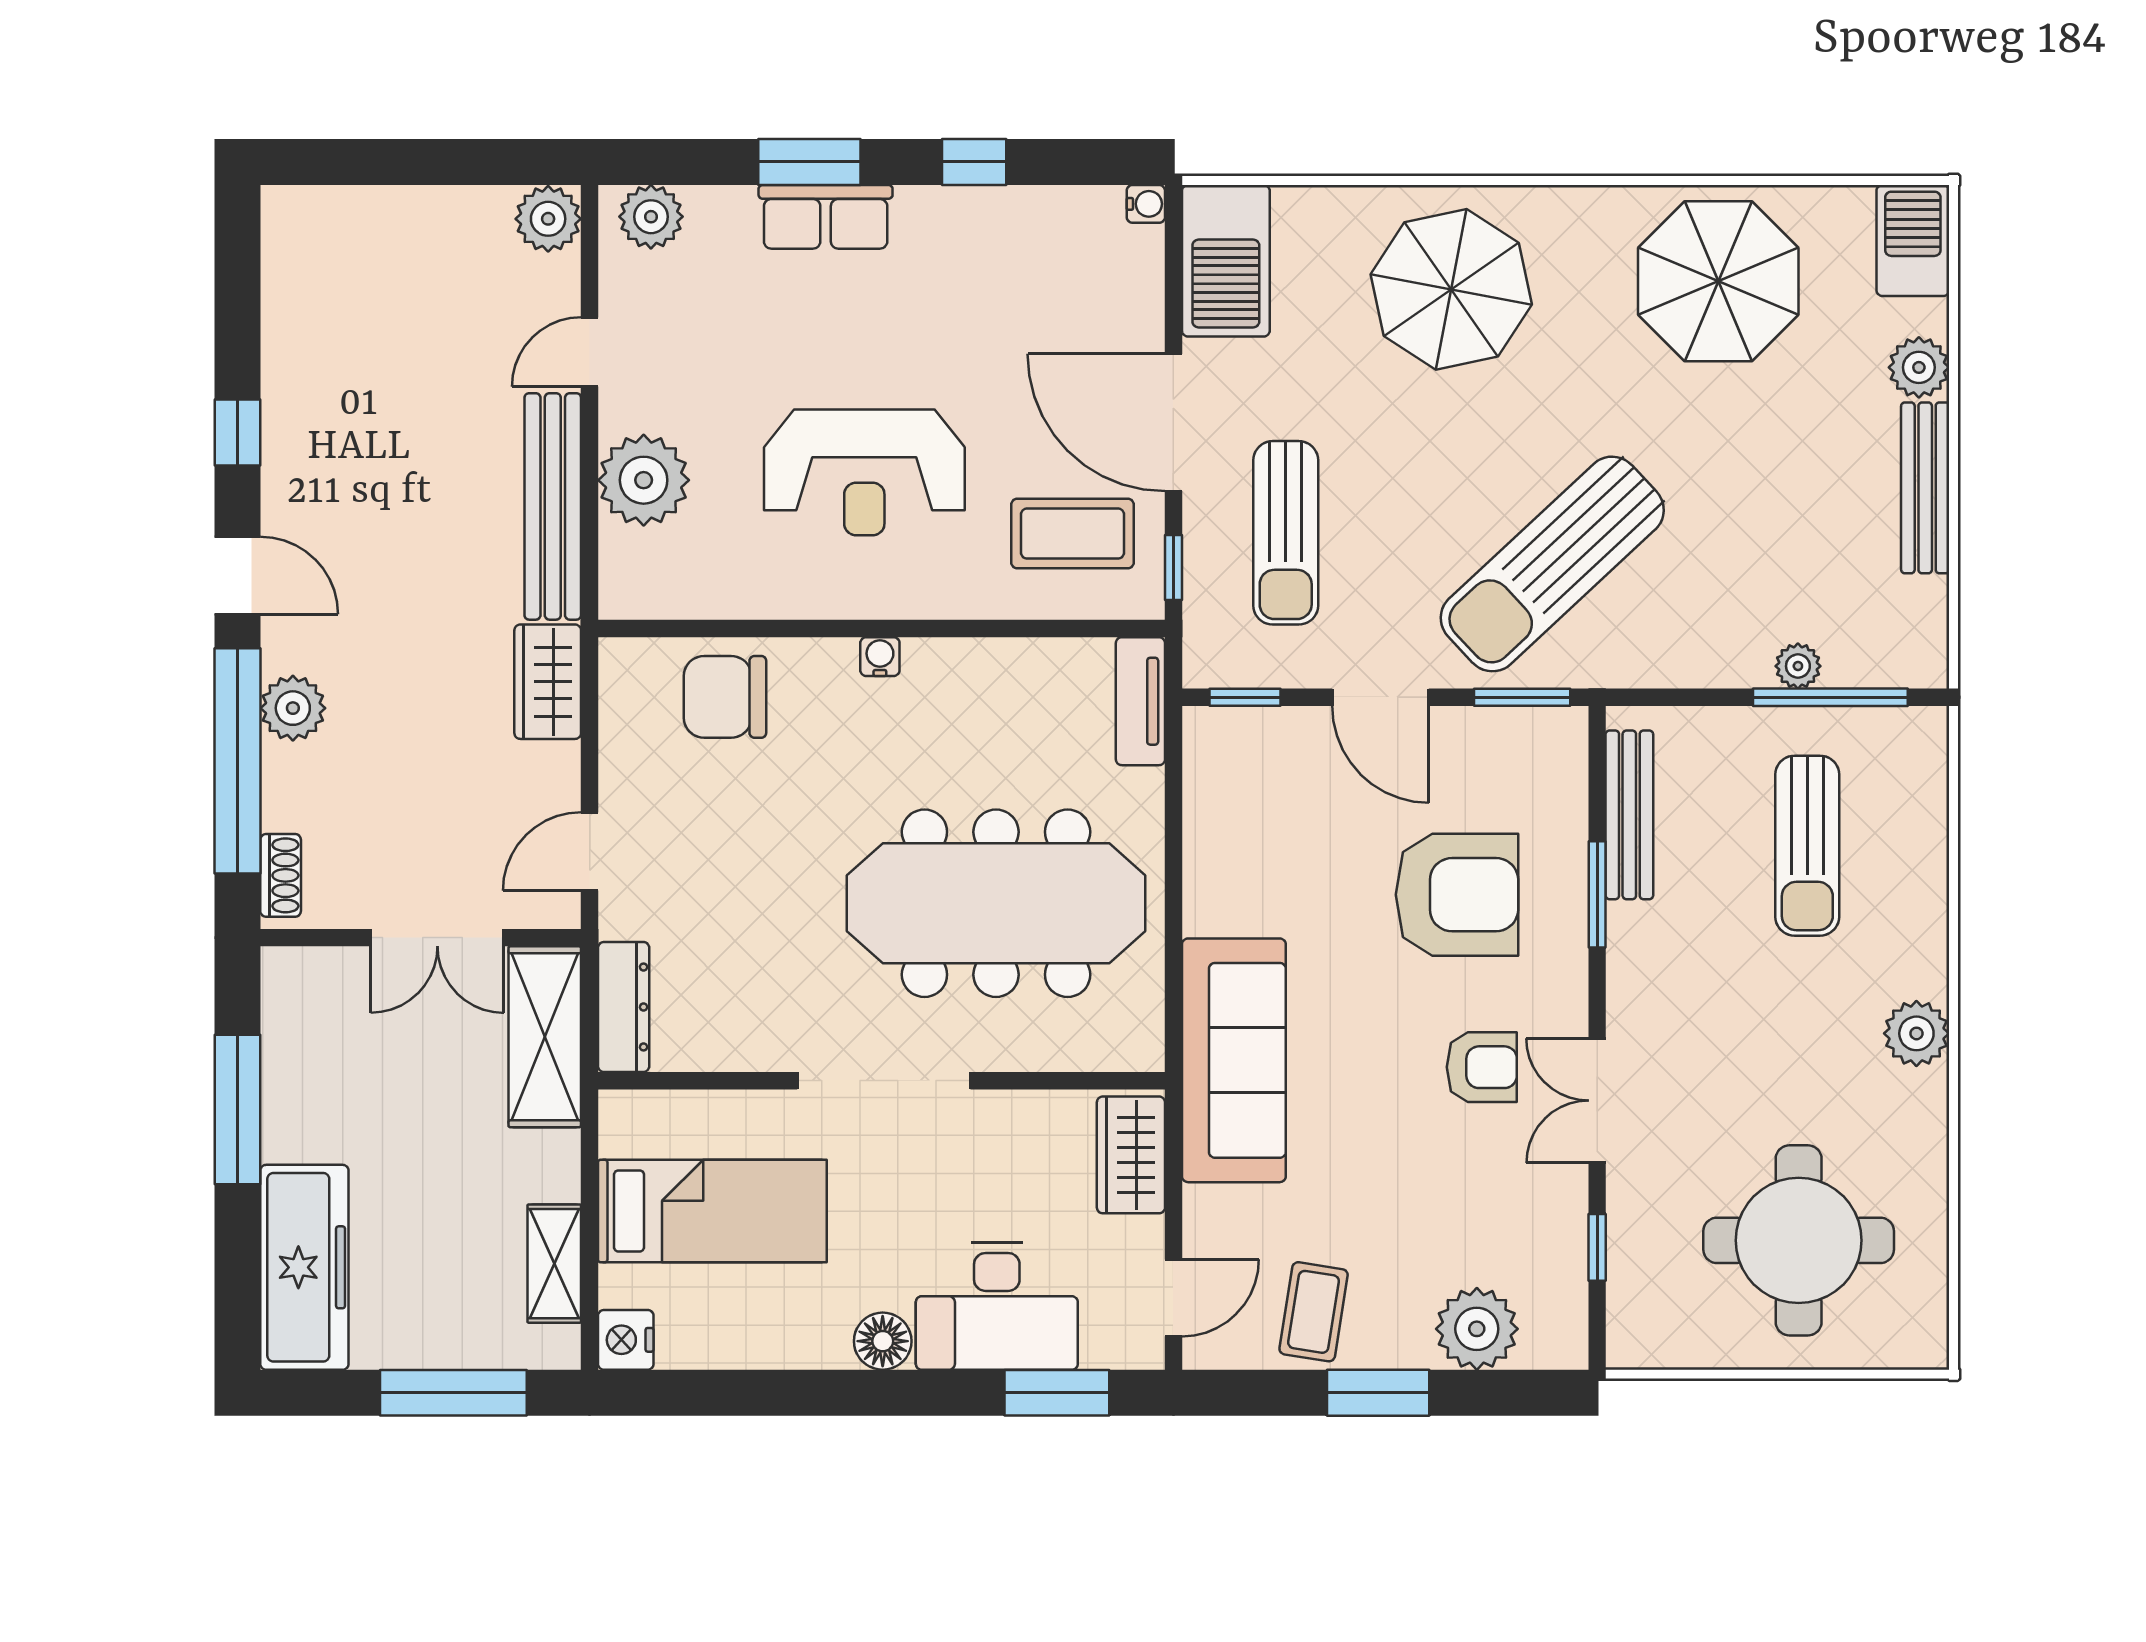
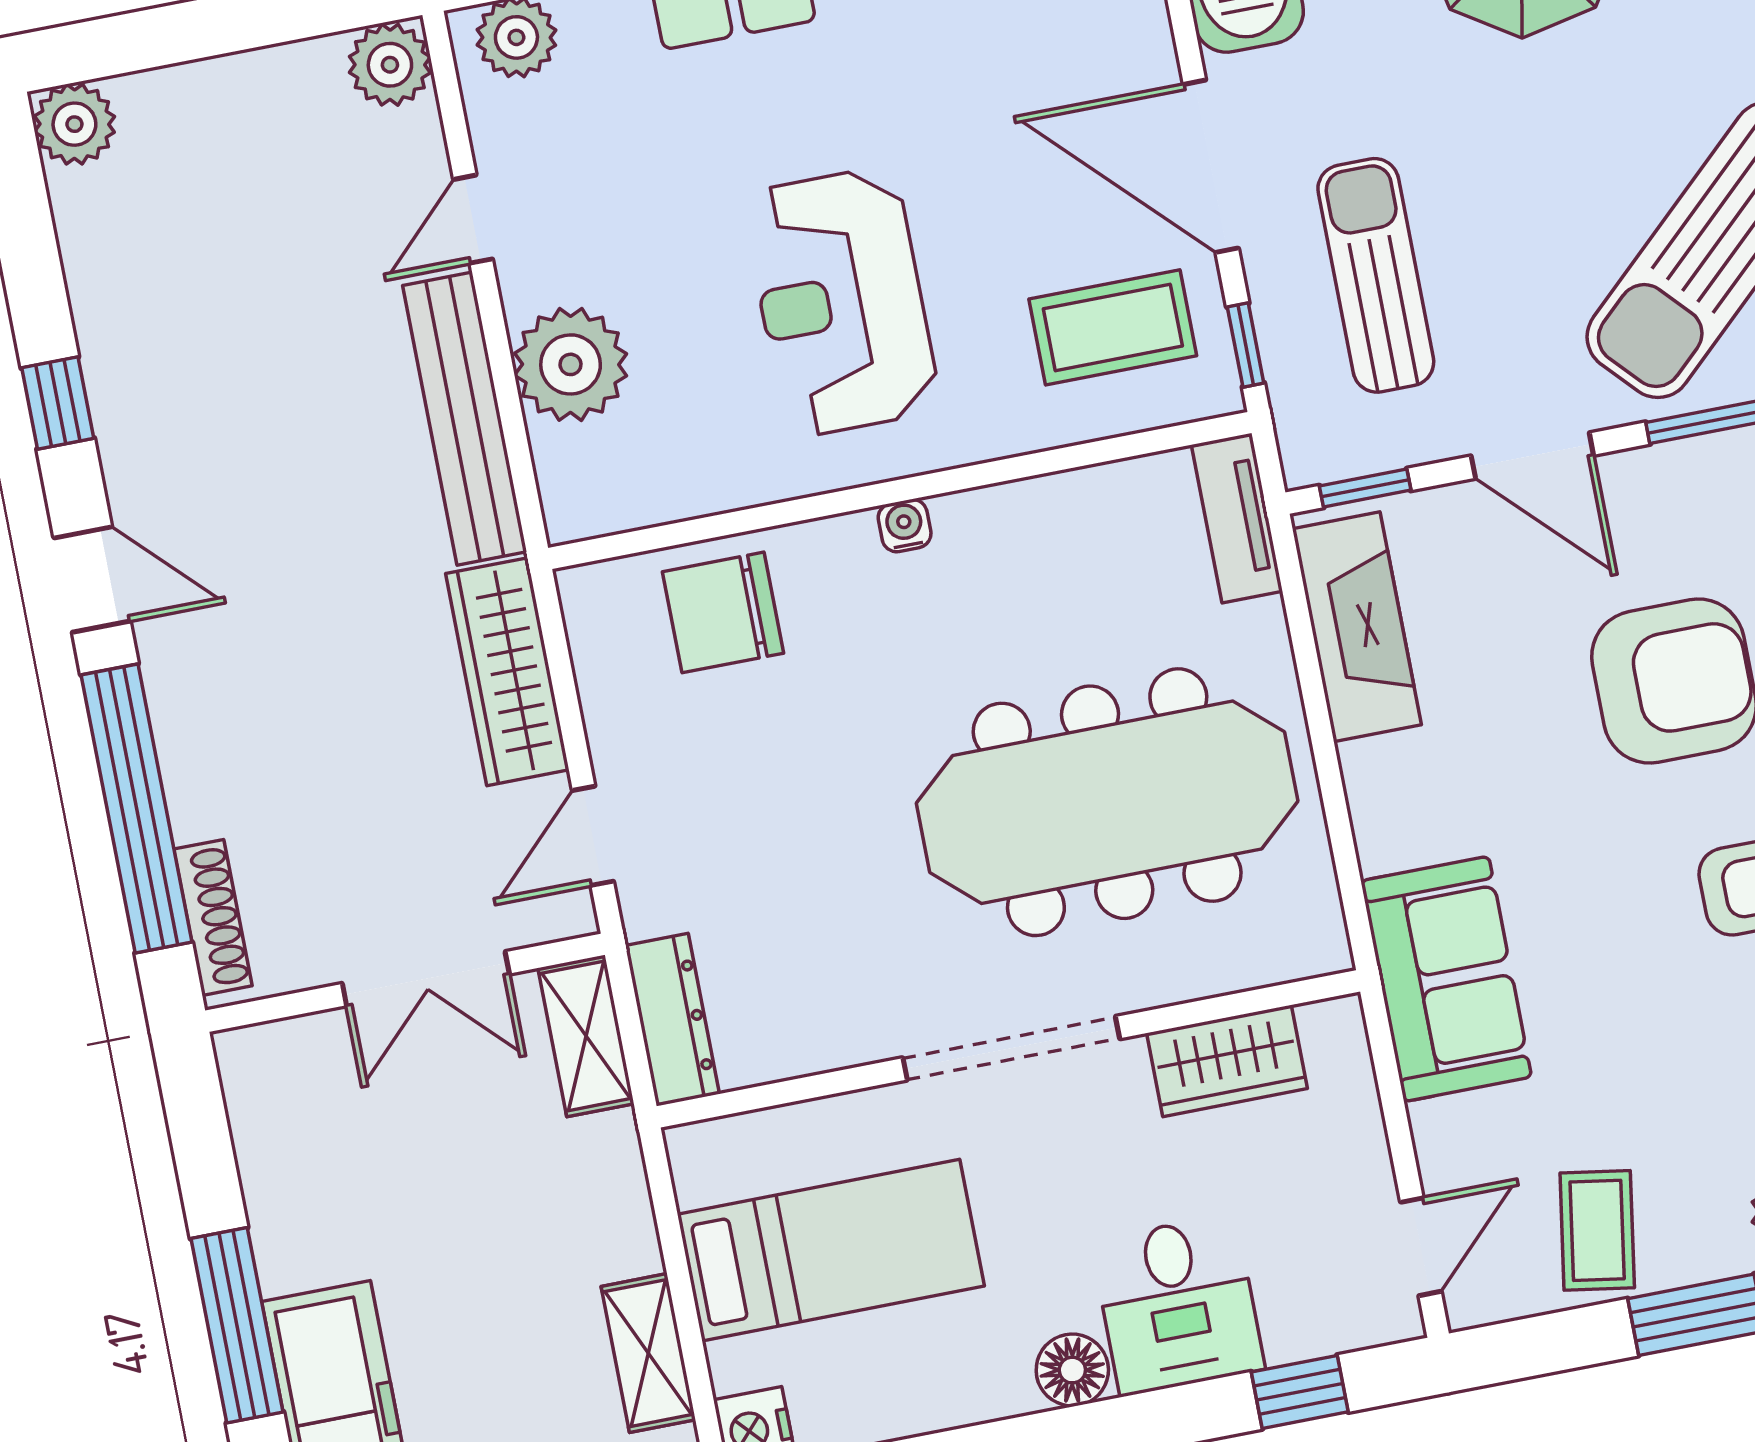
reception desk: (864, 472) -> (841, 302), turned 90
sun lounger: (1286, 533) -> (1376, 275), turned 180
wardrobe: (548, 682) -> (507, 672), width x1.50
plant: (293, 708) -> (74, 124), moved
fireplace: (1218, 804) -> (1357, 627), added
shoe rack: (281, 875) -> (213, 917), width x1.43
shelving: (545, 1037) -> (586, 1036), width x0.67, depth x0.75
sofa: (1234, 1060) -> (1446, 979), width x0.73
window: (237, 1109) -> (237, 1325), moved
wardrobe: (1131, 1155) -> (1227, 1061), moved, turned -90
desk: (997, 1306) -> (1178, 1305), width x0.73
window: (1057, 1393) -> (1300, 1392), width x0.67

